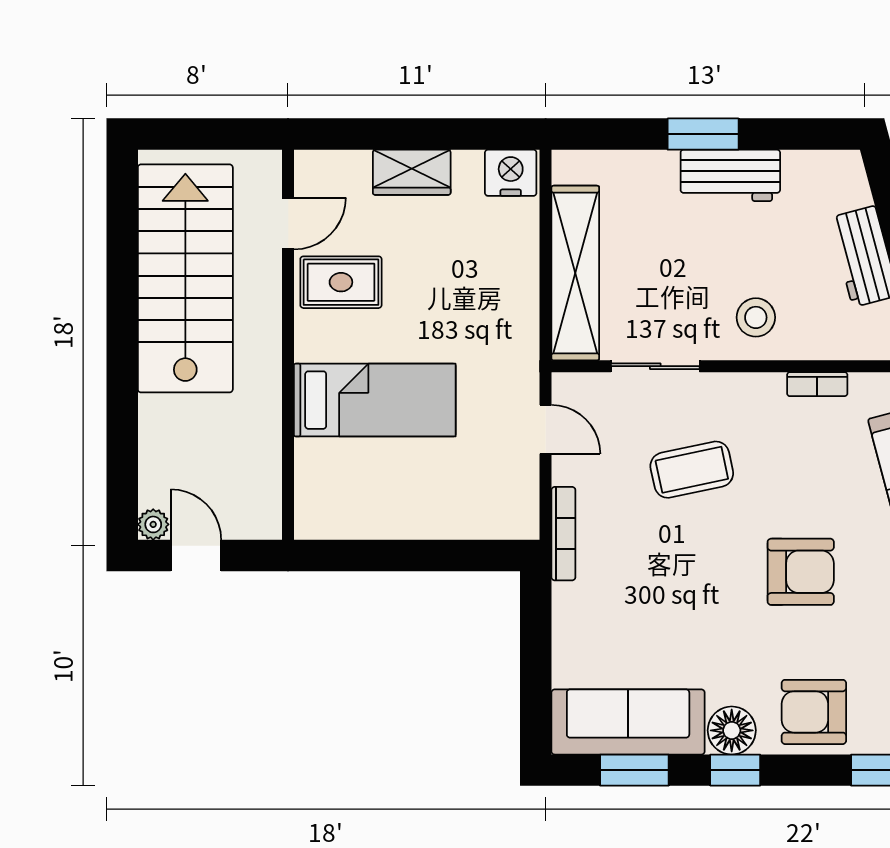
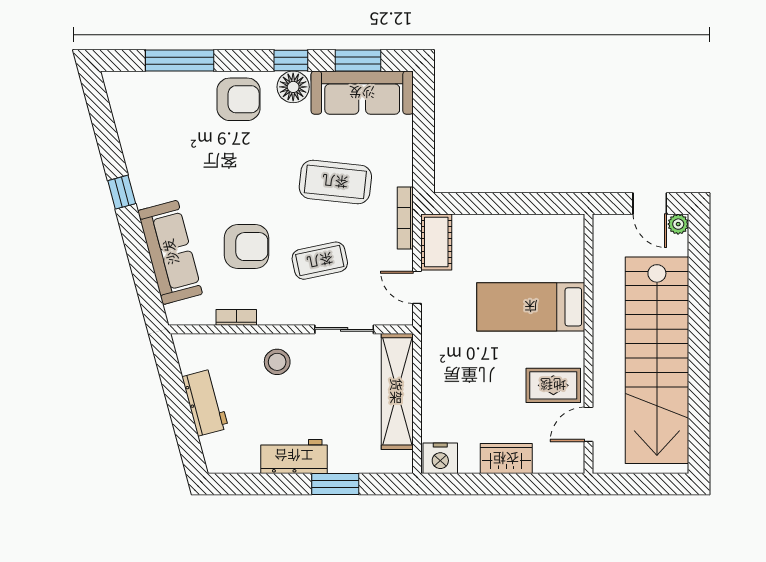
window: (703, 134) -> (335, 484), moved
stairs: (185, 278) -> (657, 360), width x1.36
cot: (517, 498) -> (436, 242), added
armchair: (801, 572) -> (247, 247), moved, turned 180
coffee table: (668, 588) -> (335, 182), added

